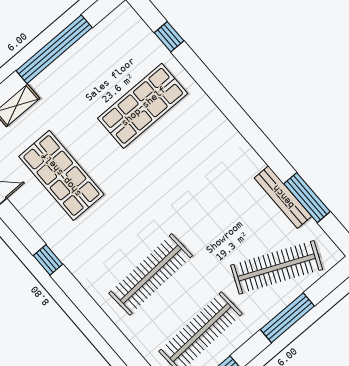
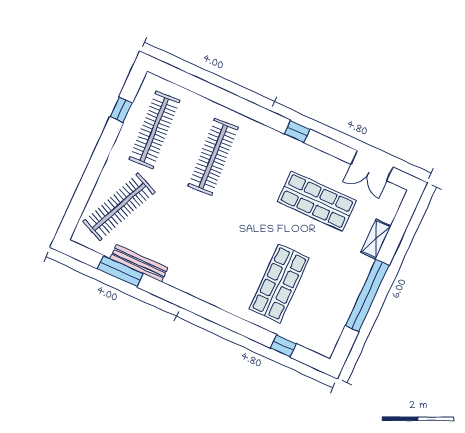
window: (287, 318) -> (93, 172), removed

